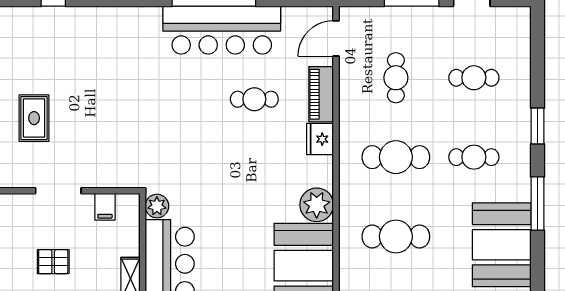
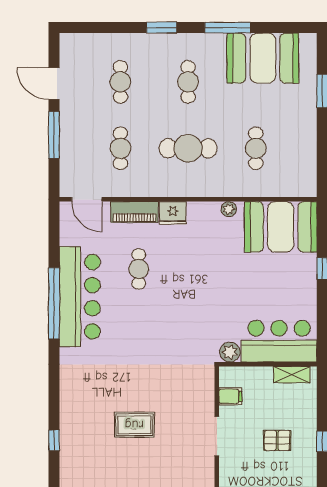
cafe table: (396, 78) -> (120, 148), turned 90
rug: (34, 118) -> (134, 425), moved
cafe table: (396, 157) -> (188, 148), turned 90
plant: (317, 205) -> (229, 209), width x0.53, depth x0.53
cafe table: (396, 236) -> (256, 148), width x0.73, depth x0.74
pallet: (53, 262) -> (277, 440), turned 90

